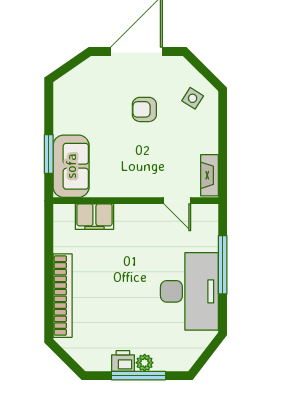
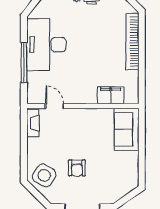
side table: (193, 98) -> (44, 175), width x1.87, depth x1.87
armchair: (144, 109) -> (77, 168), turned 90
window: (49, 154) -> (142, 138), removed

